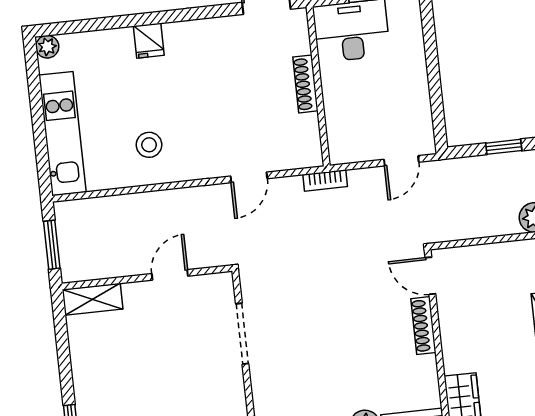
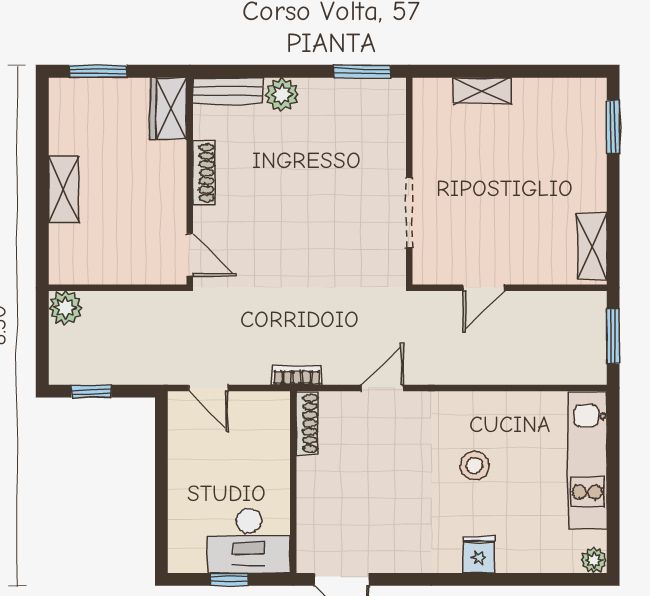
shoe rack: (305, 84) -> (307, 423), moved
stool: (149, 145) -> (474, 465), moved
door: (401, 161) -> (208, 388), swing flipped
shelving: (93, 299) -> (592, 246), moved, turned 90
shoe rack: (423, 326) -> (204, 173), moved

